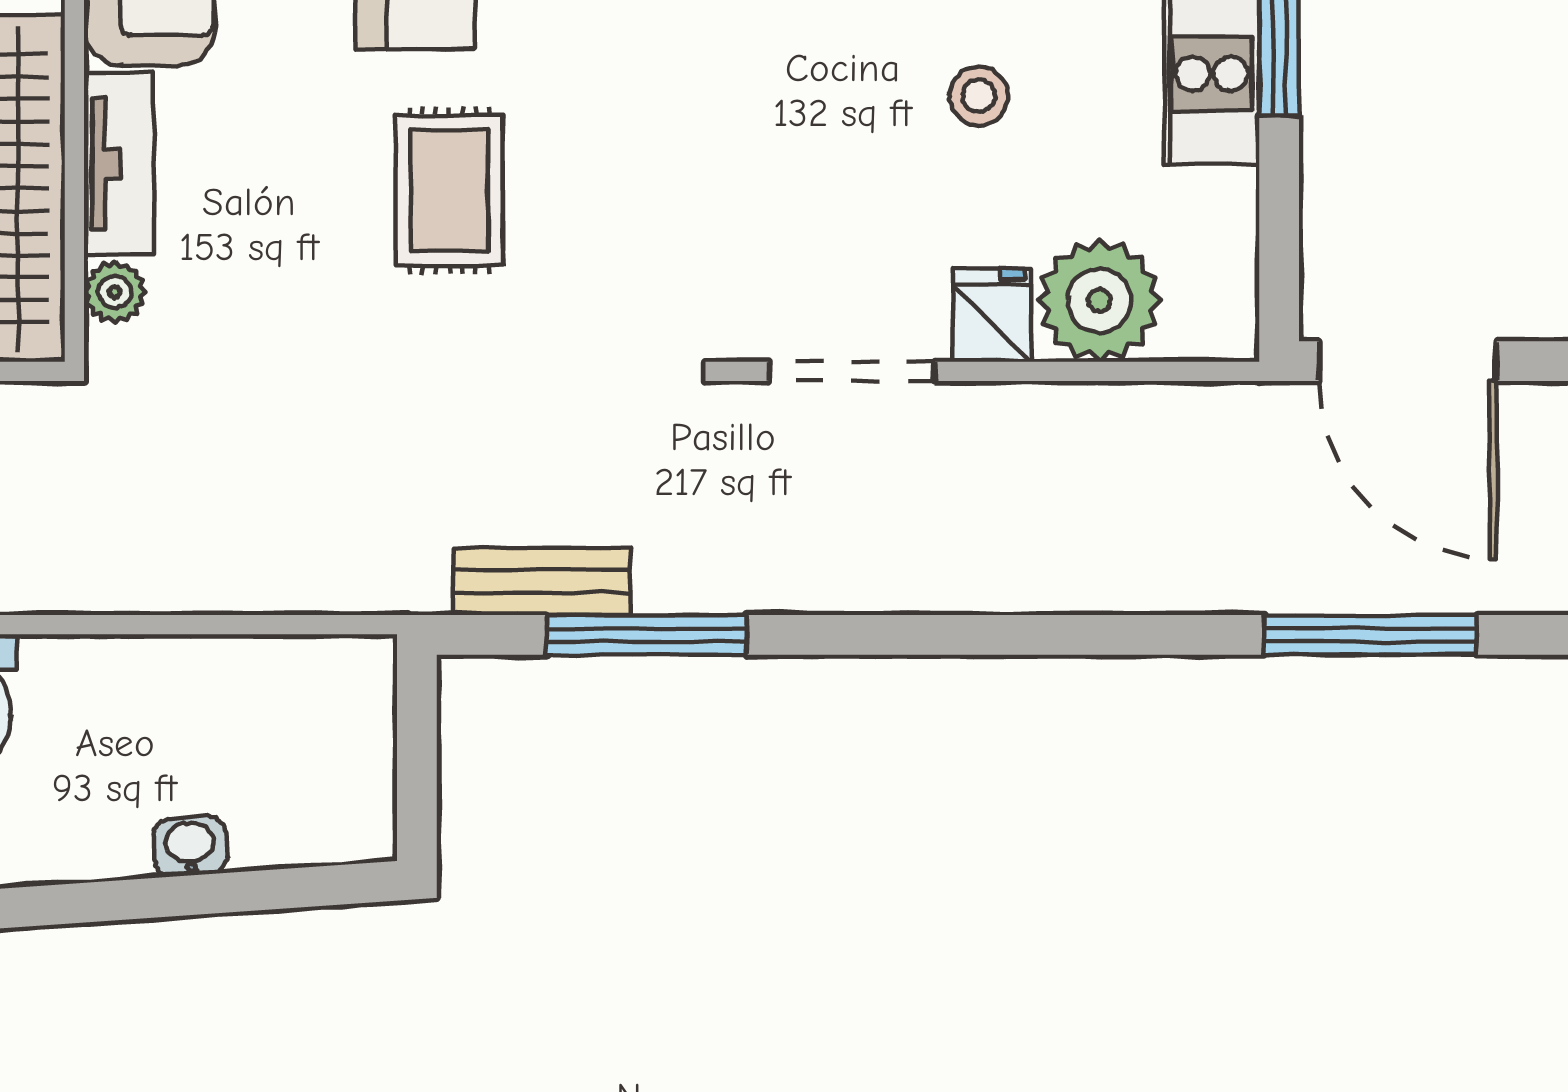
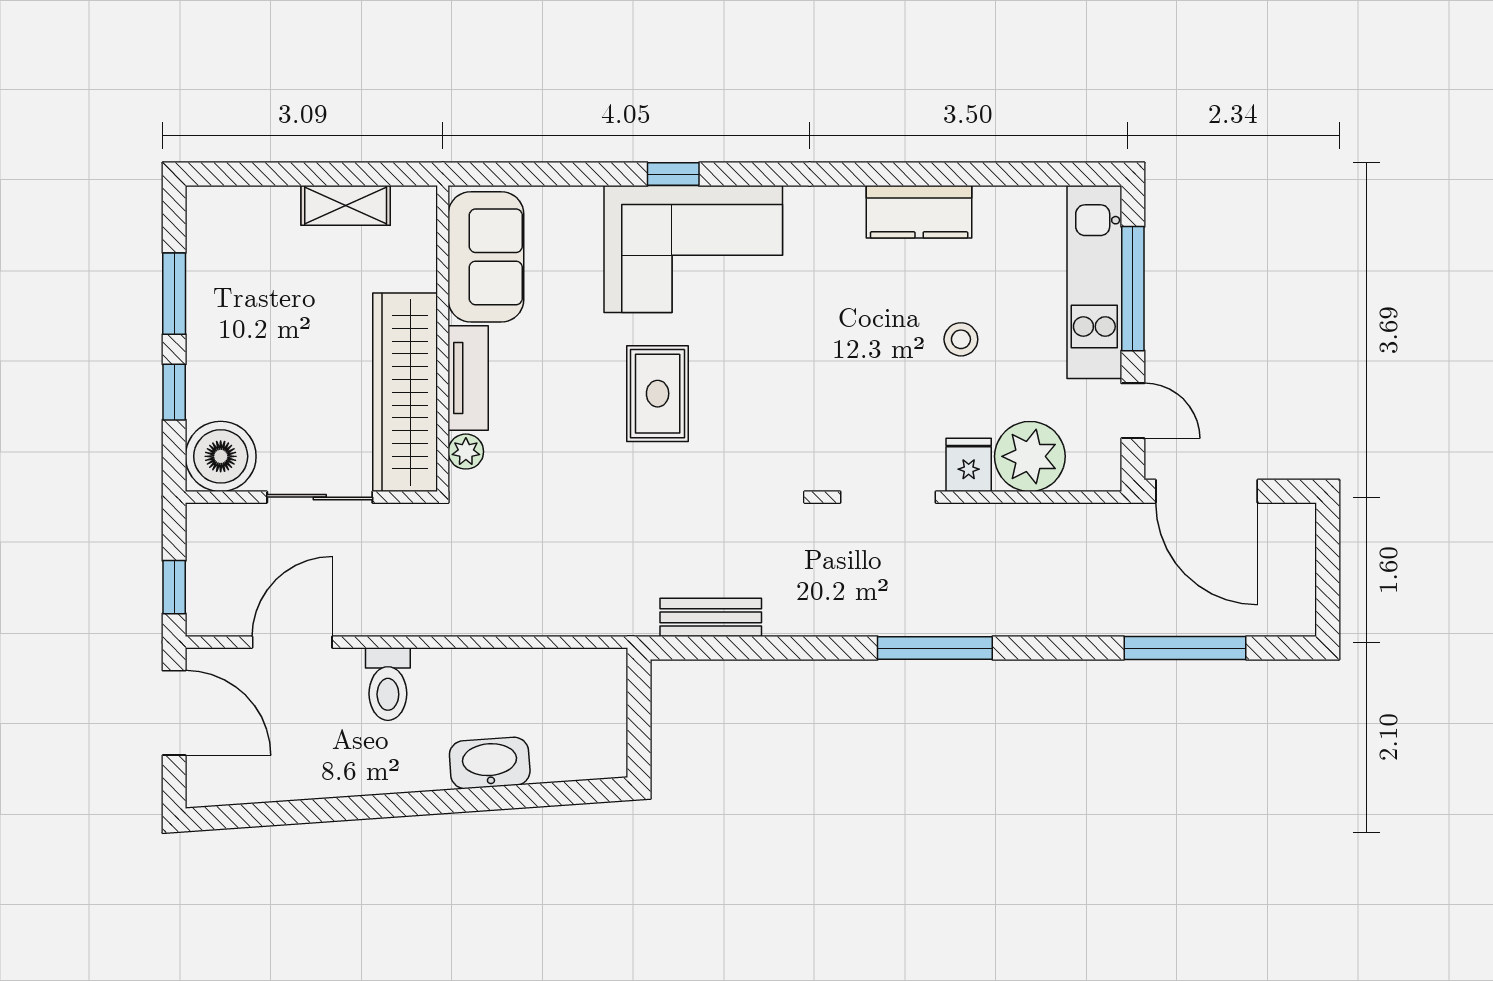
door: (1279, 221) -> (1133, 411), added
window: (647, 635) -> (935, 648), moved
washbasin: (190, 846) -> (490, 763), width x1.91, depth x1.45

